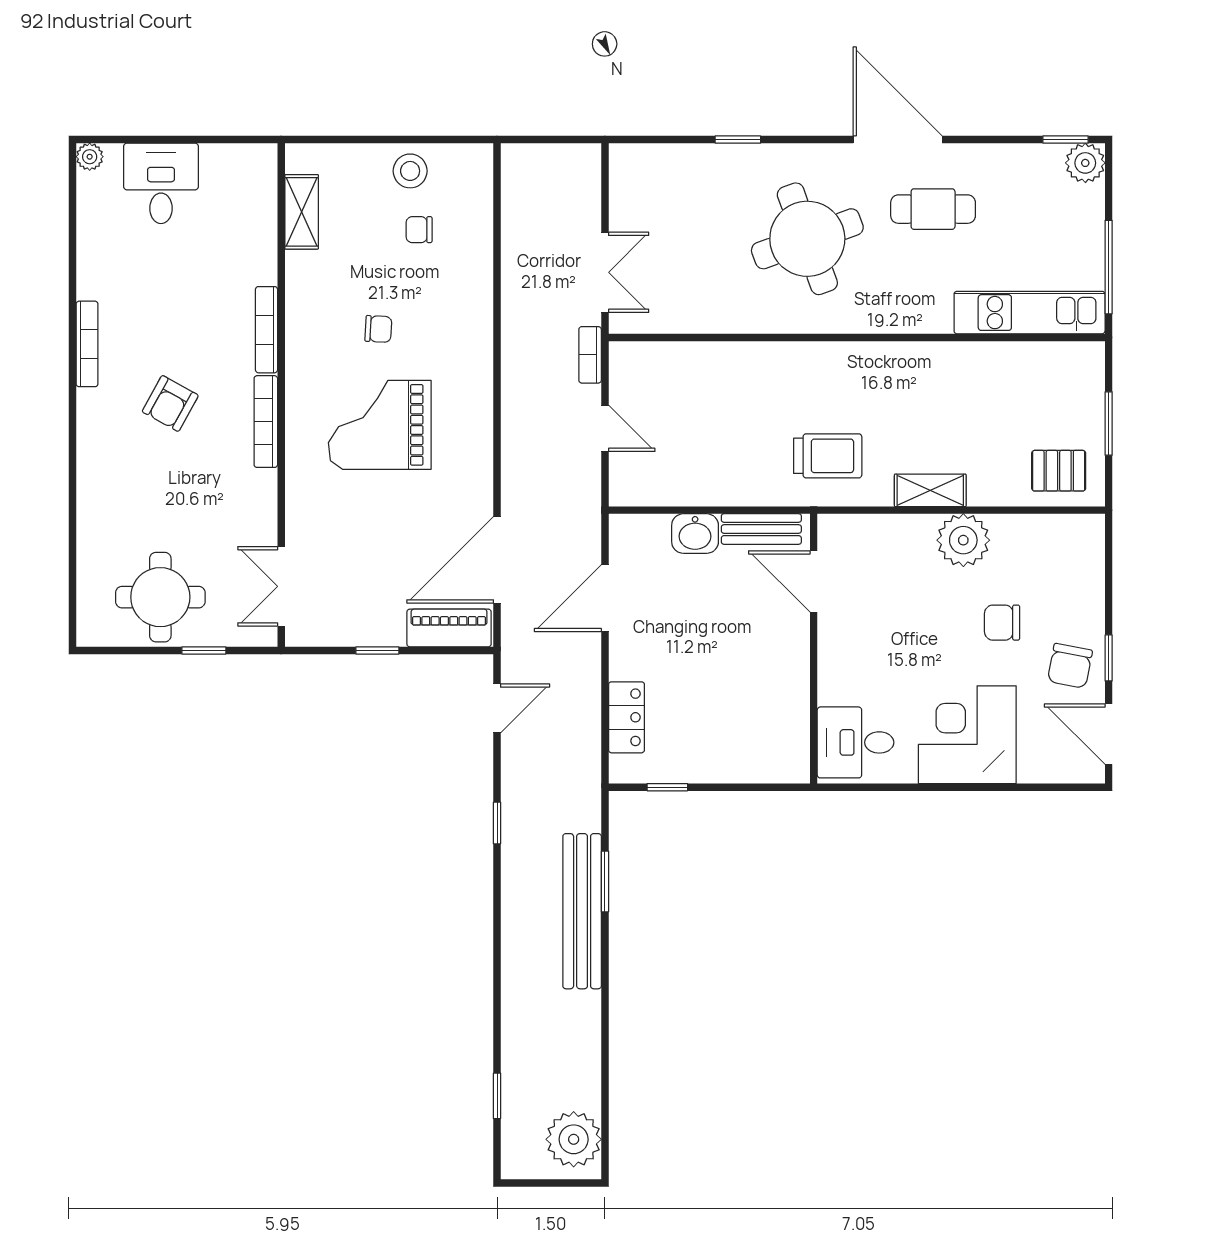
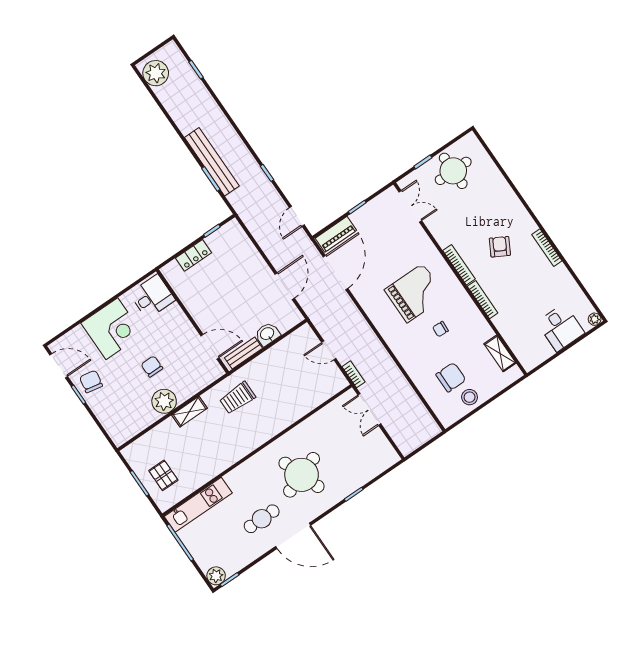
chair: (419, 230) -> (451, 377), width x1.87, depth x1.87
pallet: (1059, 471) -> (163, 475), moved, turned 90
chair: (1002, 623) -> (152, 366), moved, turned -90
locker: (626, 717) -> (194, 255), moved, turned -90

